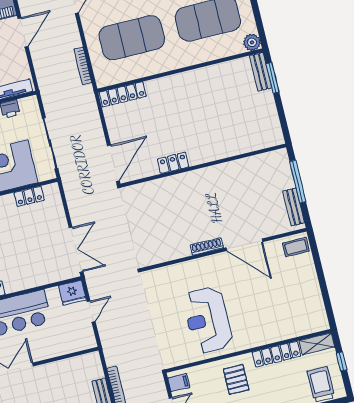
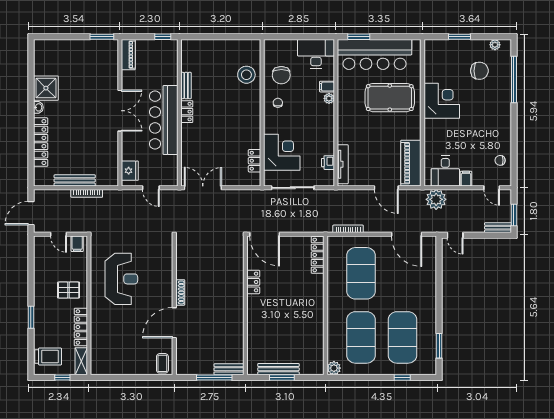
bench: (261, 72) -> (278, 369), moved, width x1.36
window: (272, 78) -> (282, 378), moved
bench: (294, 207) -> (229, 369), moved
double door: (76, 250) -> (203, 188), swing flipped
fridge: (72, 293) -> (130, 171), moved, turned 180
reception desk: (208, 320) -> (121, 279), turned 90

